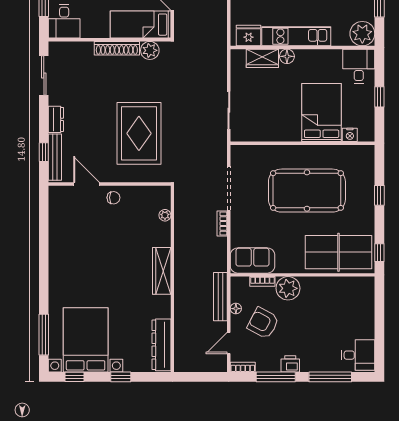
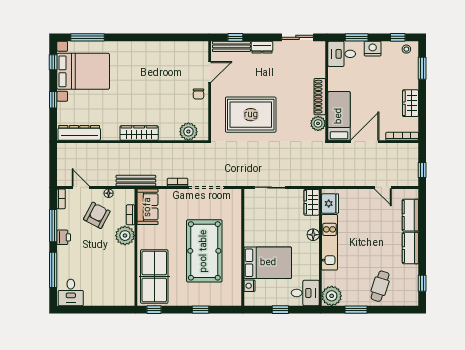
wardrobe: (262, 58) -> (312, 202), moved
plant: (165, 215) -> (188, 132), width x1.87, depth x1.87
bench: (220, 297) -> (136, 181), moved

